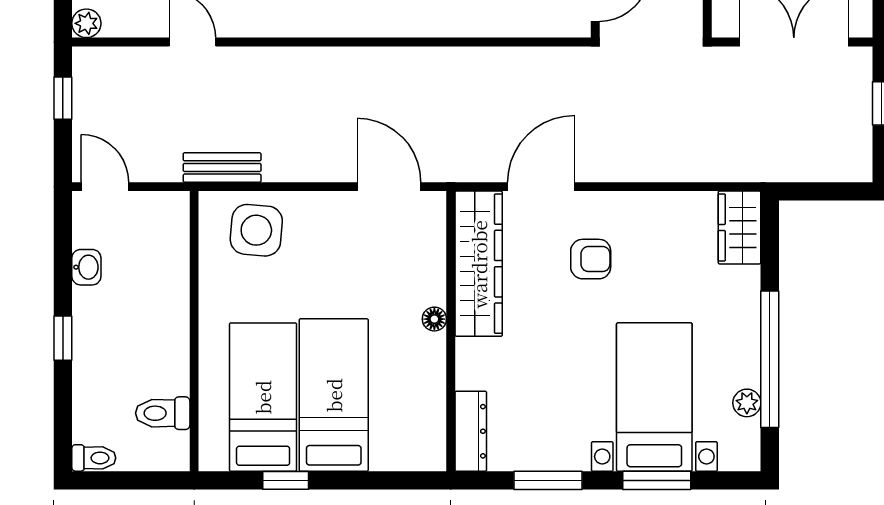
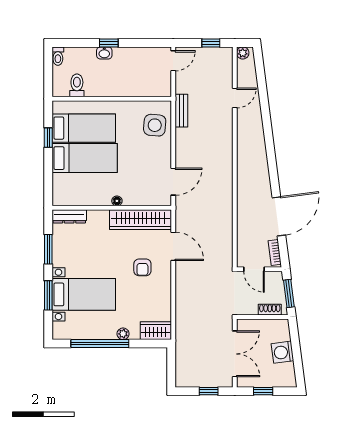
washbasin: (86, 267) -> (104, 53), moved
plant: (747, 403) -> (123, 334), moved

